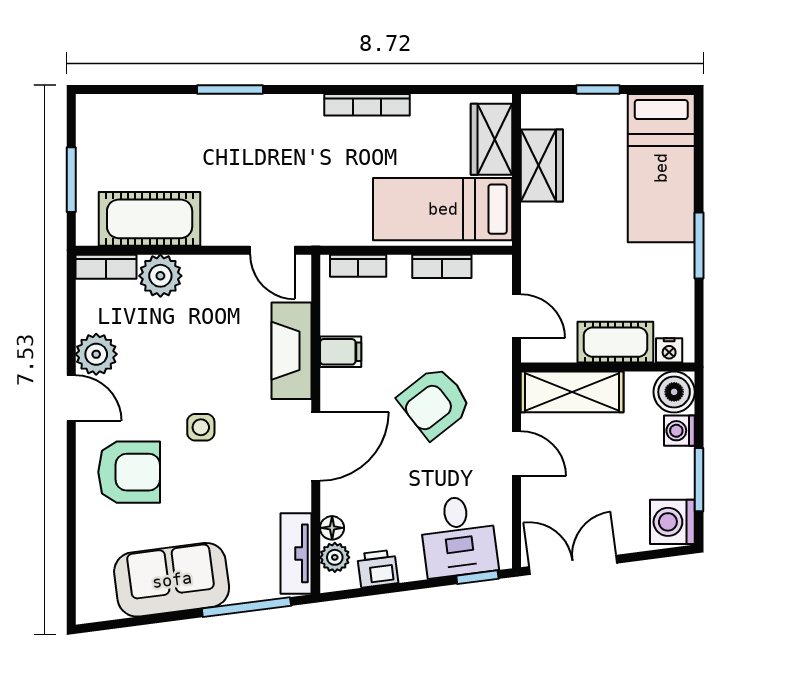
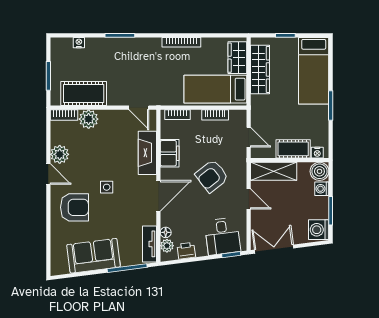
nightstand: (139, 106) -> (79, 43), added
wardrobe: (542, 165) -> (260, 69), width x1.50
filing cabinet: (341, 352) -> (170, 153), width x2.00

